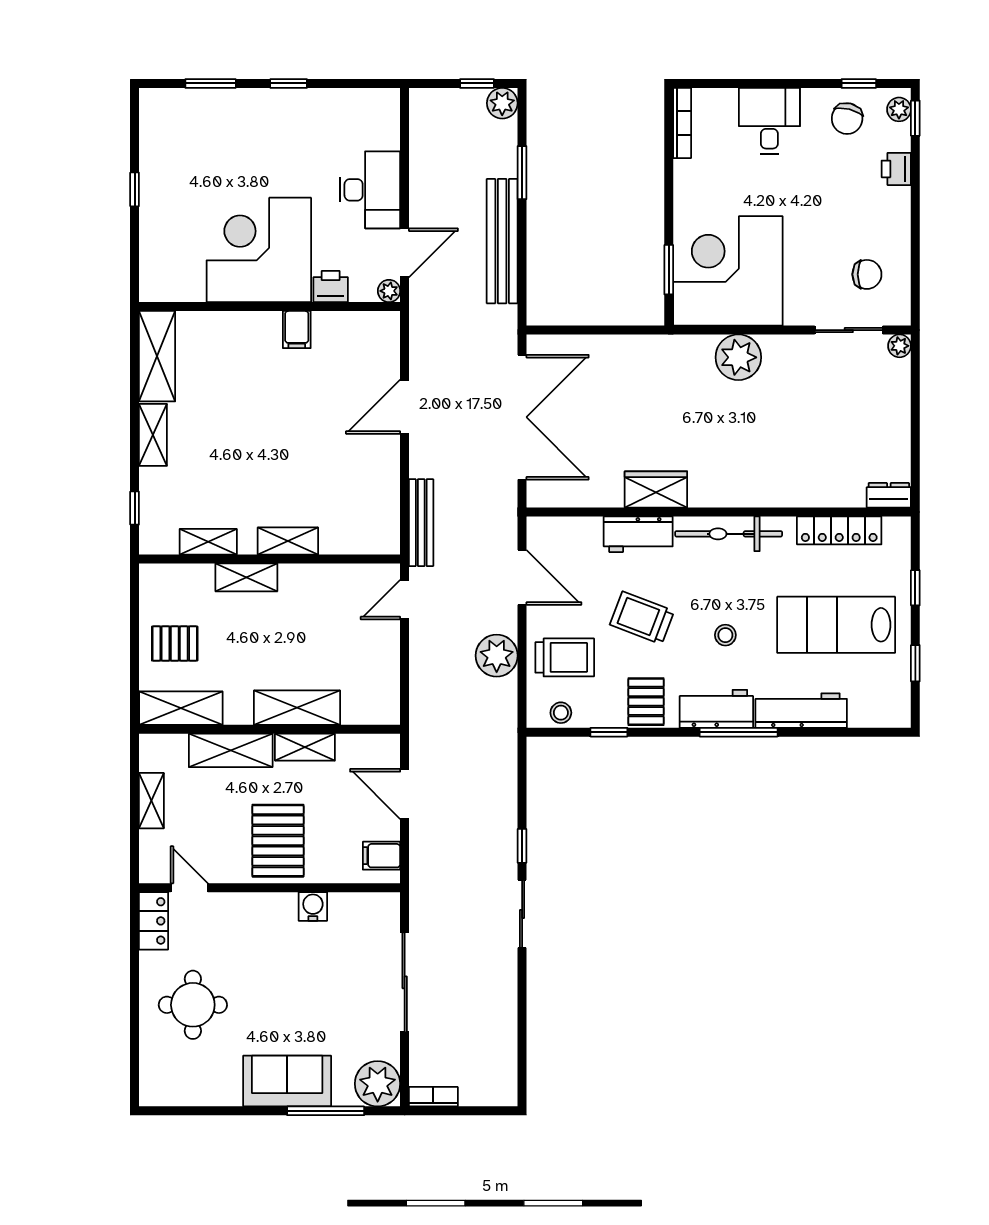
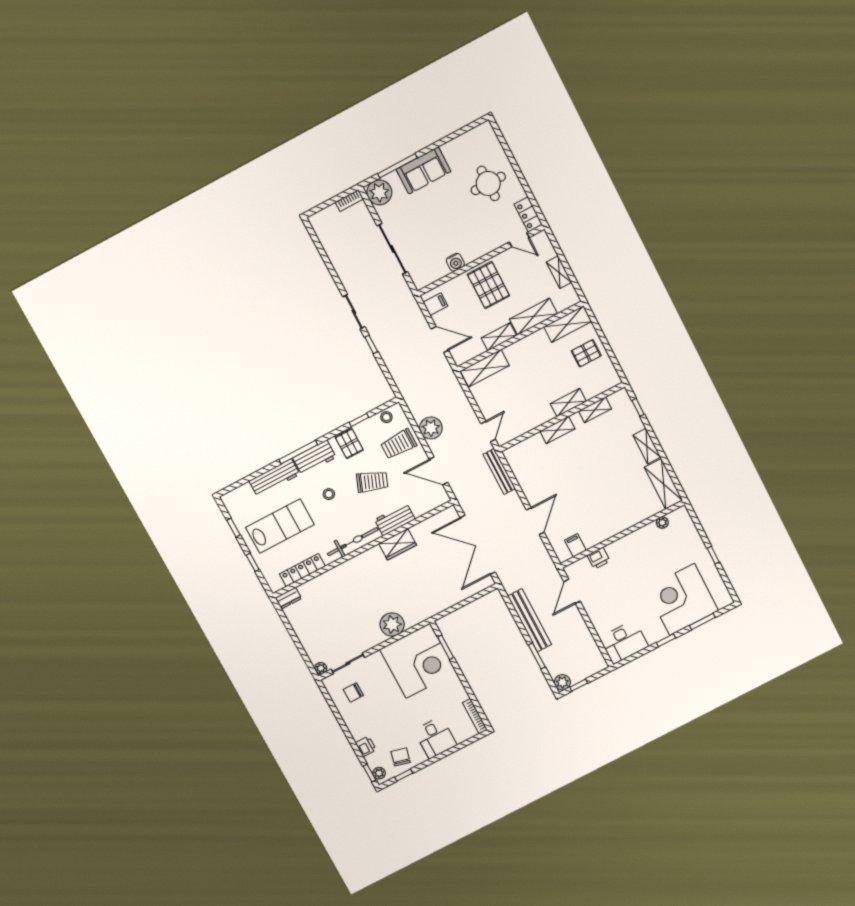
desk: (370, 190) -> (624, 642), moved, turned -90
corner desk: (259, 250) -> (682, 599), moved, turned 180
plant: (389, 291) -> (662, 523), moved
filing cabinet: (297, 330) -> (575, 545), moved
shelving: (297, 708) -> (485, 368), moved

